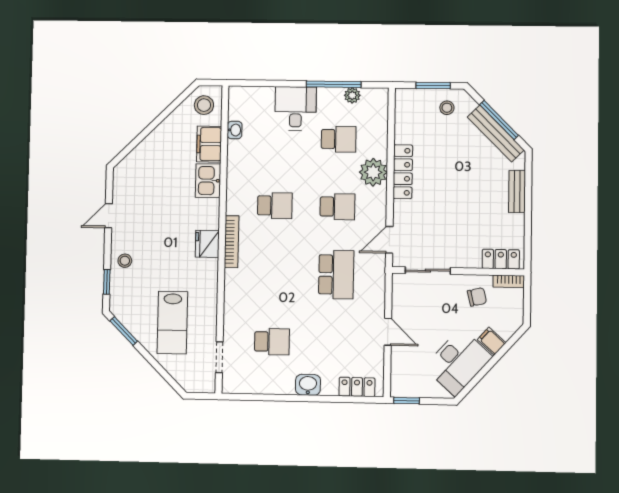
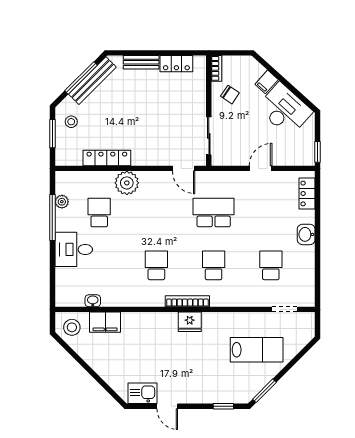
locker: (403, 172) -> (107, 158), moved
kitchen sink: (208, 181) -> (142, 393), moved, turned 180
school desk: (337, 207) -> (214, 265), moved
locker: (501, 259) -> (176, 64), moved, turned -90
stool: (125, 261) -> (205, 391), removed
chair: (477, 297) -> (230, 95), turned 137

